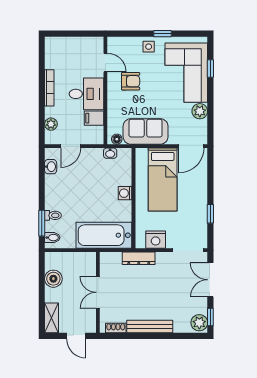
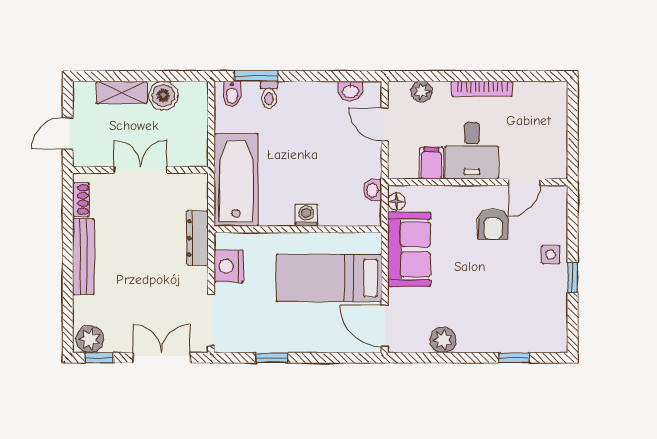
corner sofa: (186, 73) -> (507, 317), removed
shelving: (51, 318) -> (122, 92), moved

